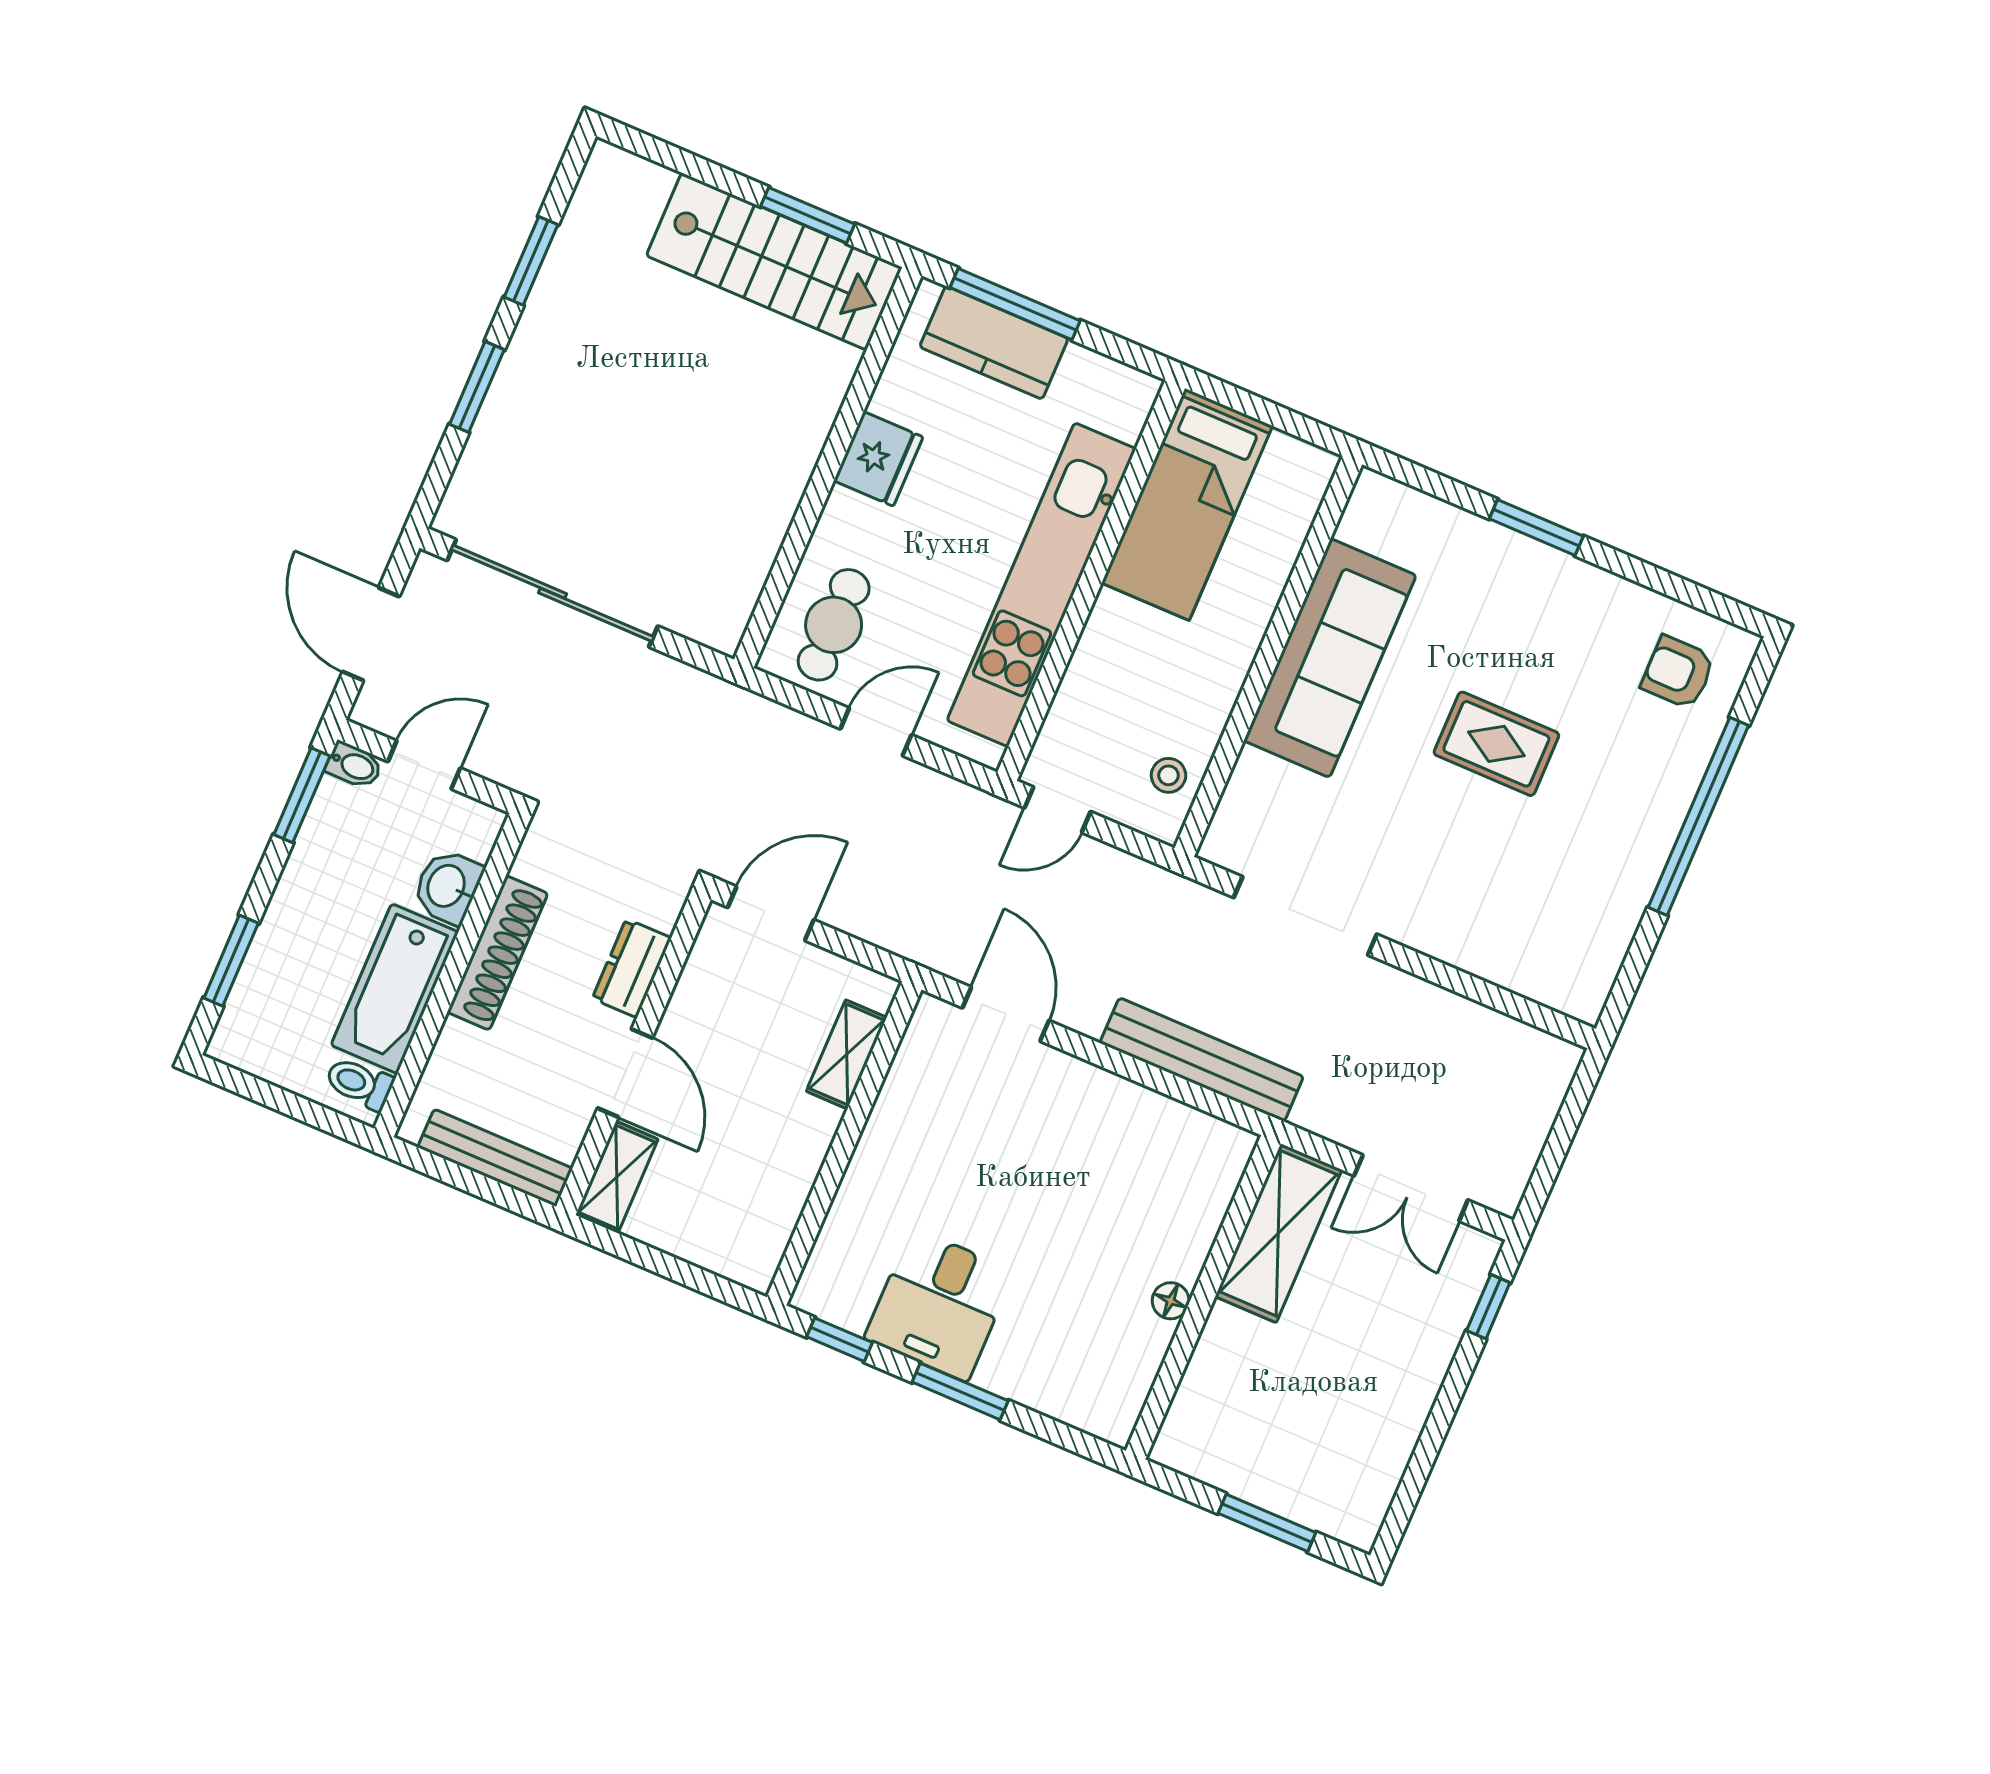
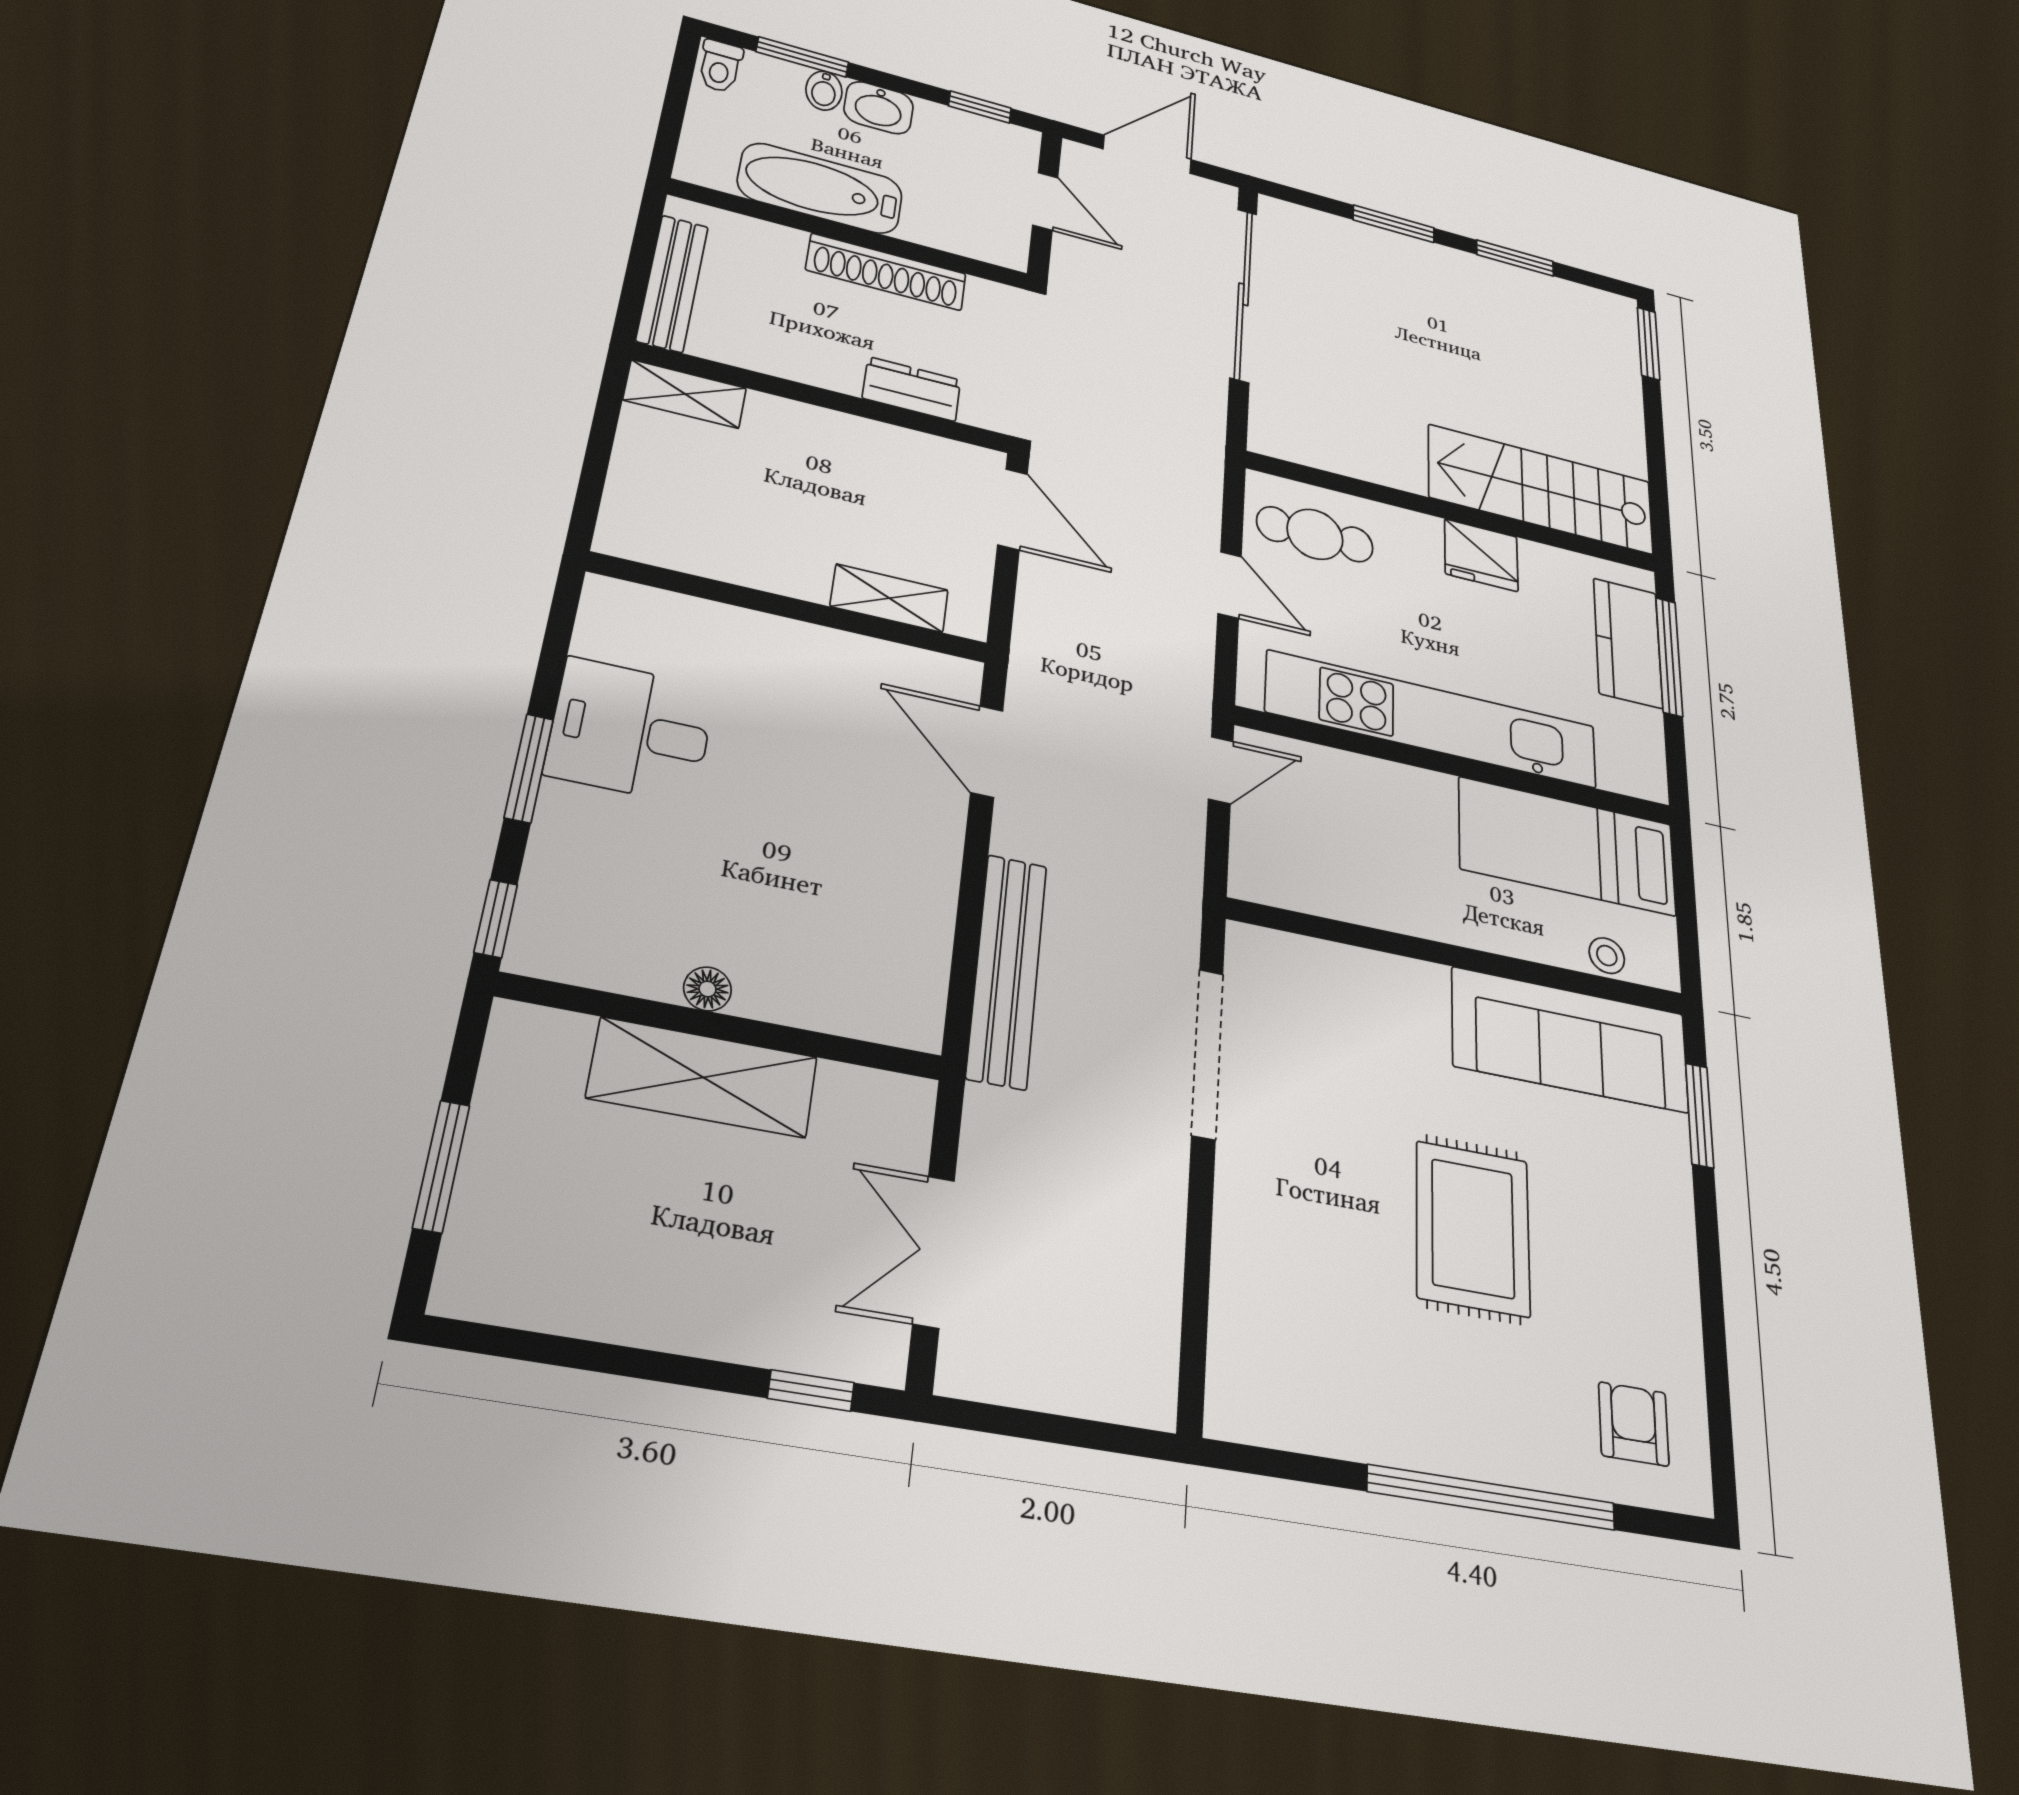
window: (808, 215) -> (1648, 343), moved
stairs: (774, 261) -> (1541, 489), moved, turned 90
window: (1536, 527) -> (1700, 1115), moved
sofa: (1330, 658) -> (1570, 1040), moved
rug: (1496, 744) -> (1473, 1228), width x1.36, depth x1.43
bidet: (354, 765) -> (824, 91), moved
stool: (1169, 775) -> (1607, 956), moved
window: (302, 795) -> (980, 107), width x0.67
door: (1058, 810) -> (1221, 770), swing flipped
washbasin: (448, 887) -> (879, 108), moved, turned 180
door: (1006, 1014) -> (987, 751), swing flipped
door: (625, 1073) -> (800, 392), removed
toilet: (359, 1083) -> (720, 66), moved, turned 180
shelving: (1278, 1233) -> (703, 1077), moved
window: (839, 1340) -> (496, 918), moved

